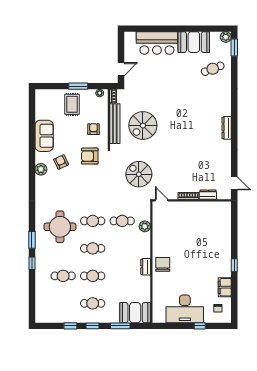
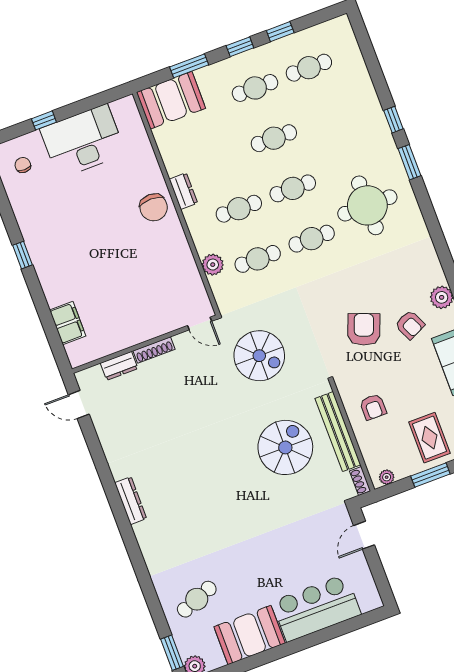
armchair: (90, 156) -> (364, 329), moved, turned -69
cafe table: (122, 248) -> (239, 209), added
cafe table: (63, 276) -> (309, 68), moved
filing cabinet: (225, 287) -> (68, 323), moved

